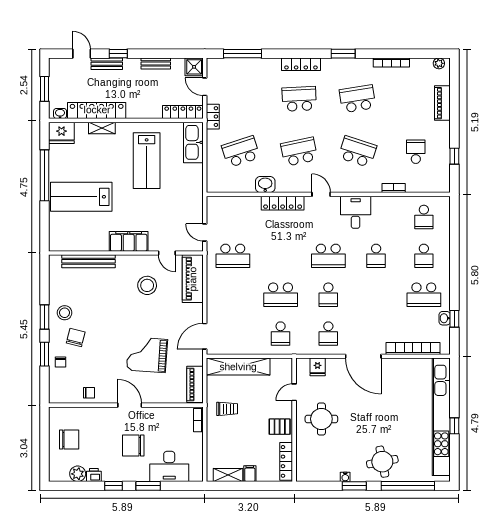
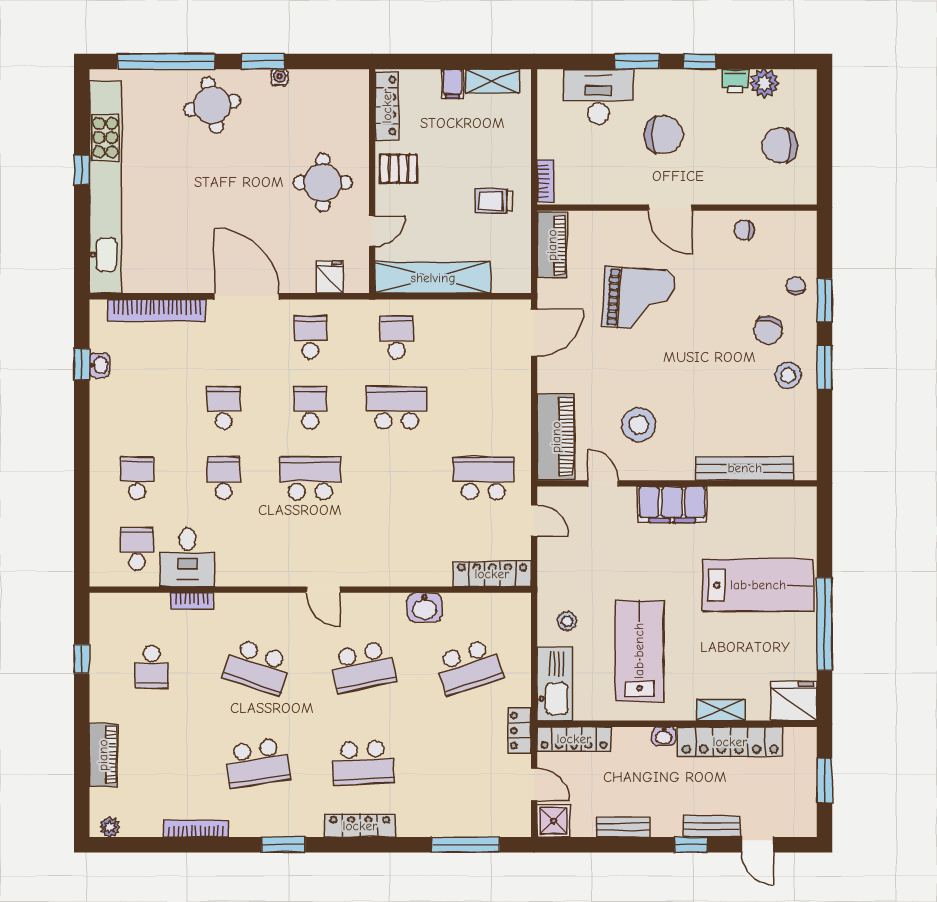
washbasin: (60, 113) -> (664, 736), moved
stool: (187, 177) -> (567, 621), added
locker: (283, 203) -> (492, 574), moved
desk: (356, 212) -> (187, 557), moved
school desk: (424, 295) -> (224, 408), moved, width x0.54
shelving: (238, 367) -> (433, 278), moved

